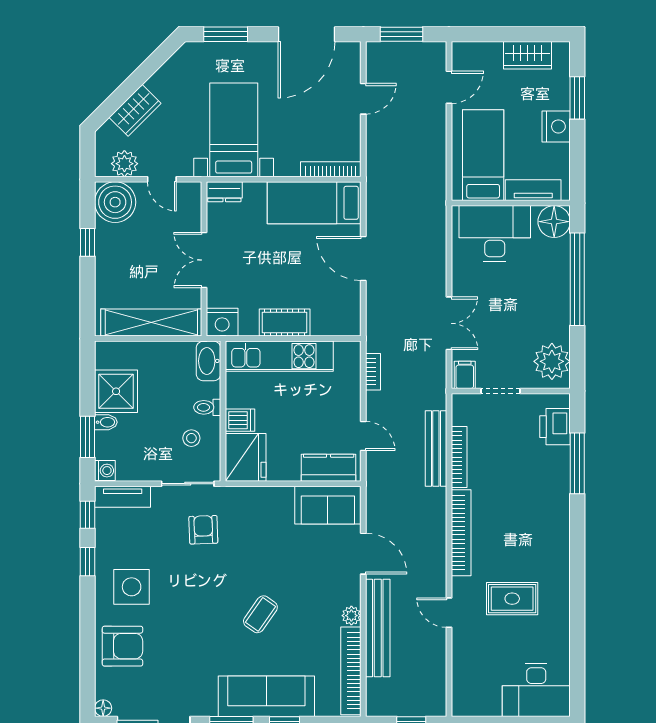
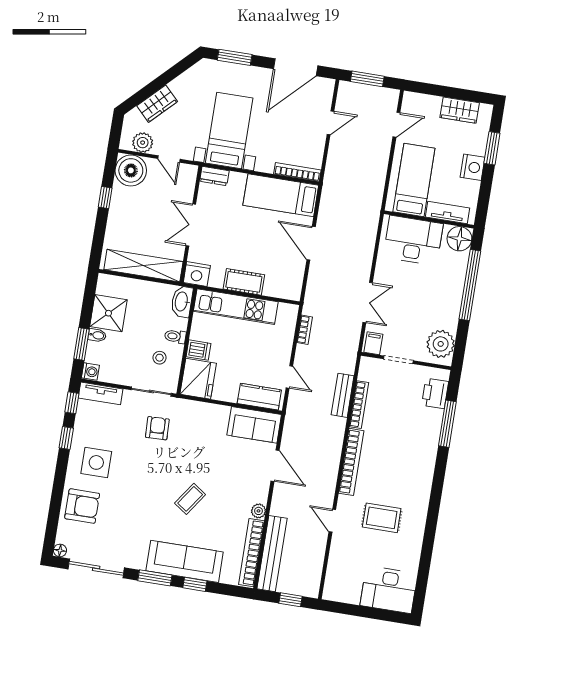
bench: (436, 448) -> (343, 395), width x0.73
bench: (378, 628) -> (272, 554), moved

